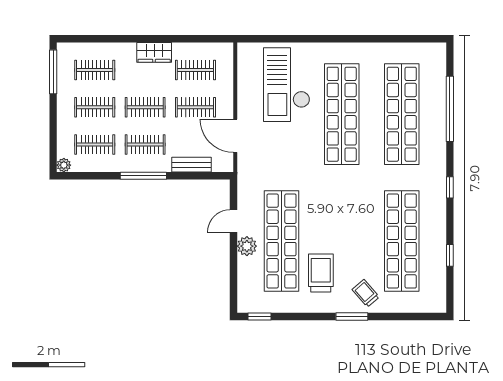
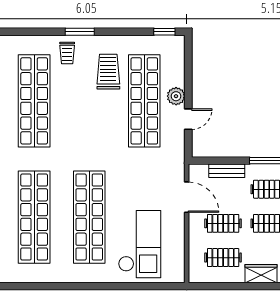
trolley: (321, 273) -> (108, 72), turned 180
trolley: (366, 293) -> (67, 53), turned 41

